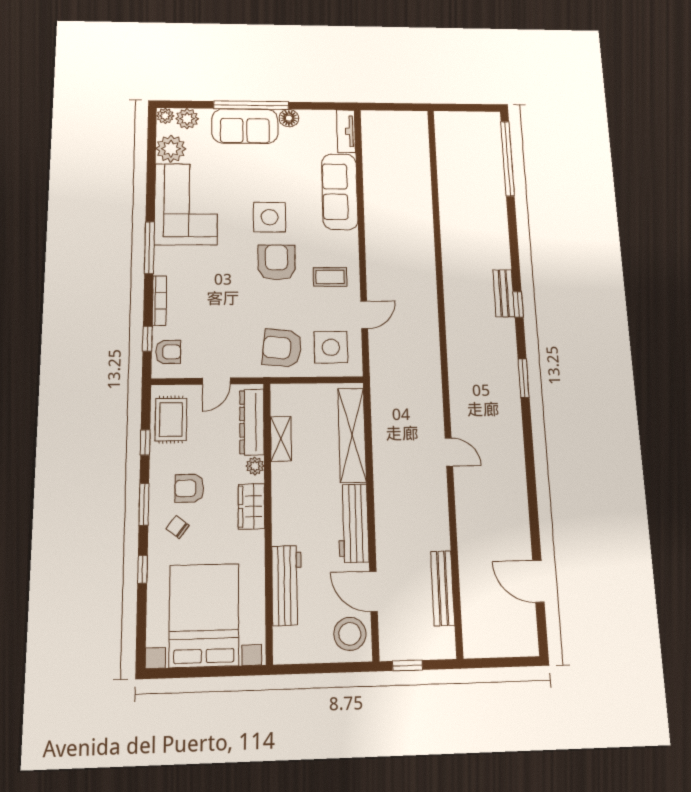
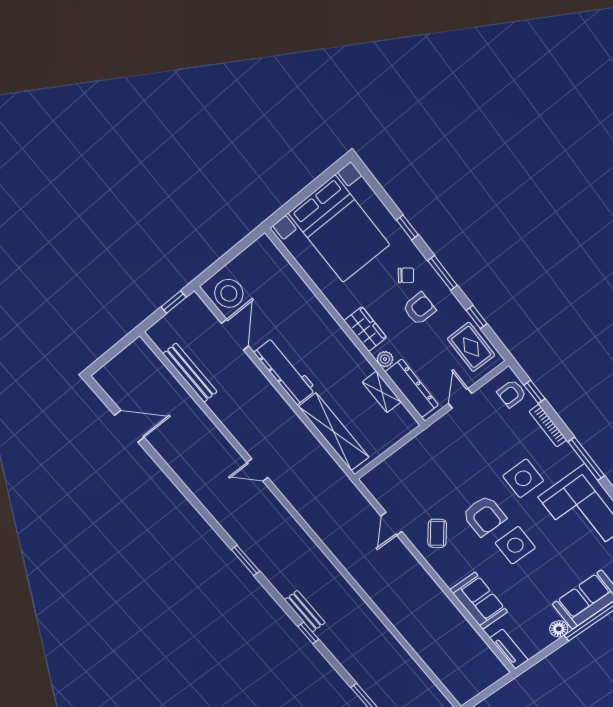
sofa: (340, 192) -> (479, 601), width x0.73
coffee table: (330, 277) -> (437, 533), turned -51
window: (518, 305) -> (308, 633), moved
side table: (331, 347) -> (523, 478), moved
armchair: (282, 348) -> (432, 457), removed
workbench: (287, 585) -> (298, 293), removed
door: (374, 591) -> (235, 335), hinge flipped

